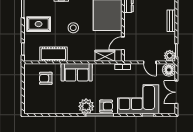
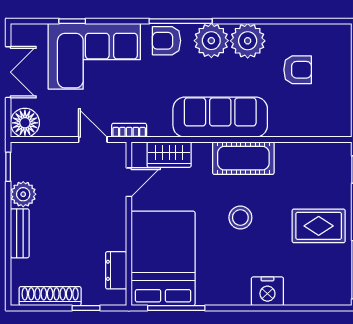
cot: (53, 54) -> (243, 158), moved
plant: (170, 56) -> (23, 194), moved
door: (150, 62) -> (93, 140), moved
sofa: (77, 72) -> (220, 117), width x1.36
armchair: (46, 78) -> (298, 70), moved
plant: (70, 106) -> (248, 41), added

